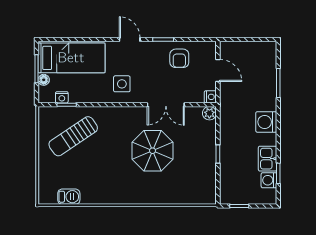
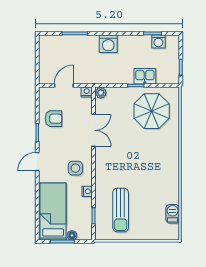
nightstand: (62, 97) -> (87, 191), moved
sun lounger: (73, 136) -> (121, 210), turned 34
parasol: (153, 151) -> (152, 111), moved
kitchen sink: (268, 159) -> (145, 76), moved, turned 180

